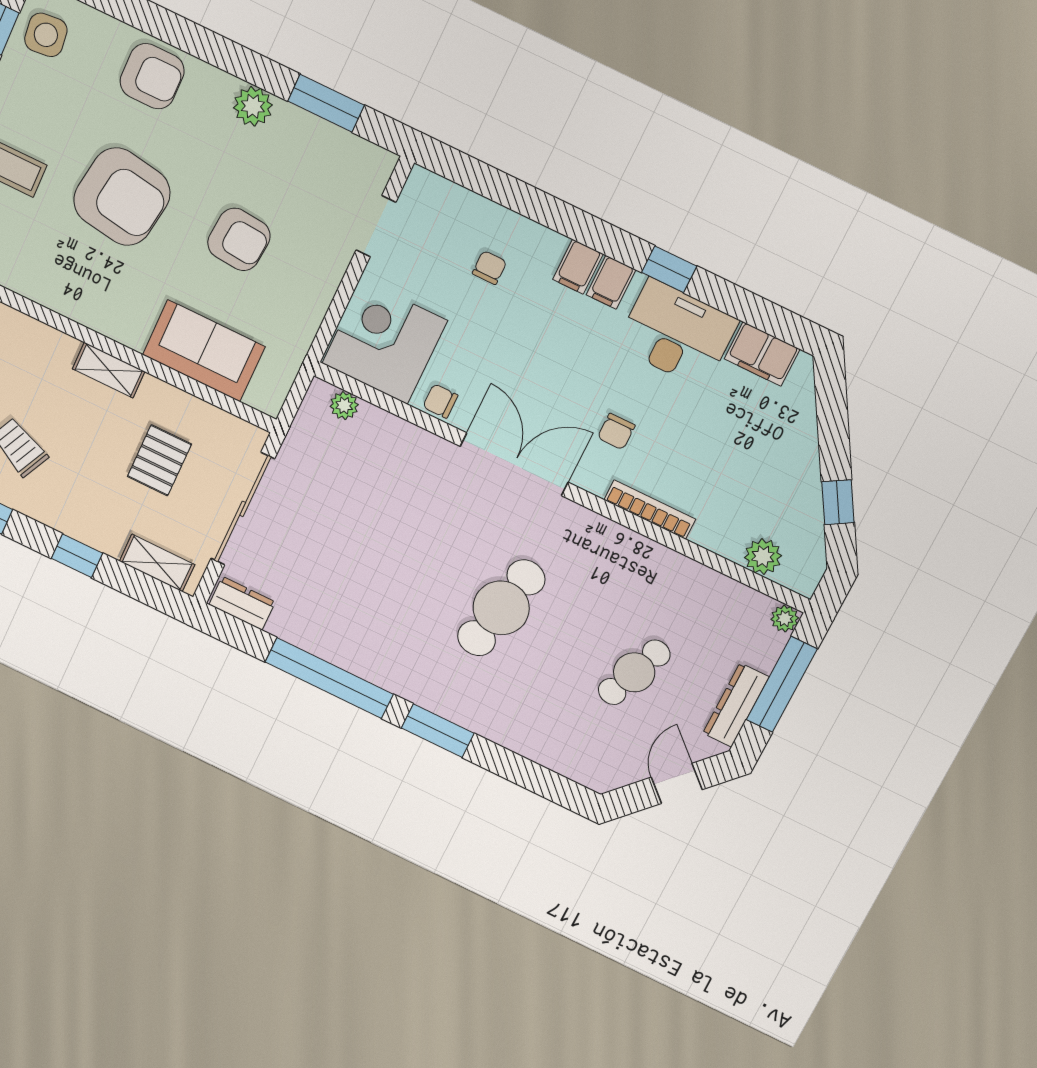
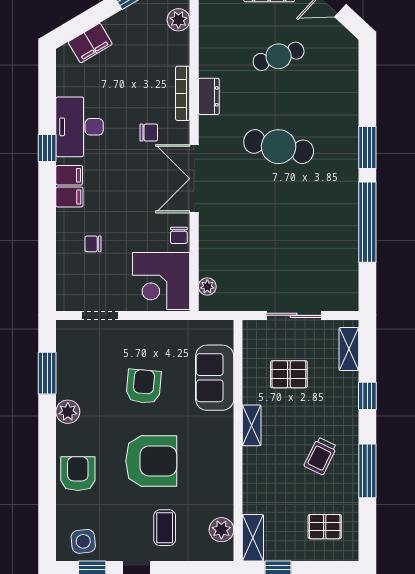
armchair: (122, 197) -> (151, 461), turned 81
filing cabinet: (762, 354) -> (90, 43), moved, turned 59
sliding door: (243, 509) -> (294, 315), width x0.73
dresser: (242, 603) -> (209, 96), moved, turned 180
cafe table: (634, 672) -> (279, 56), turned -39

